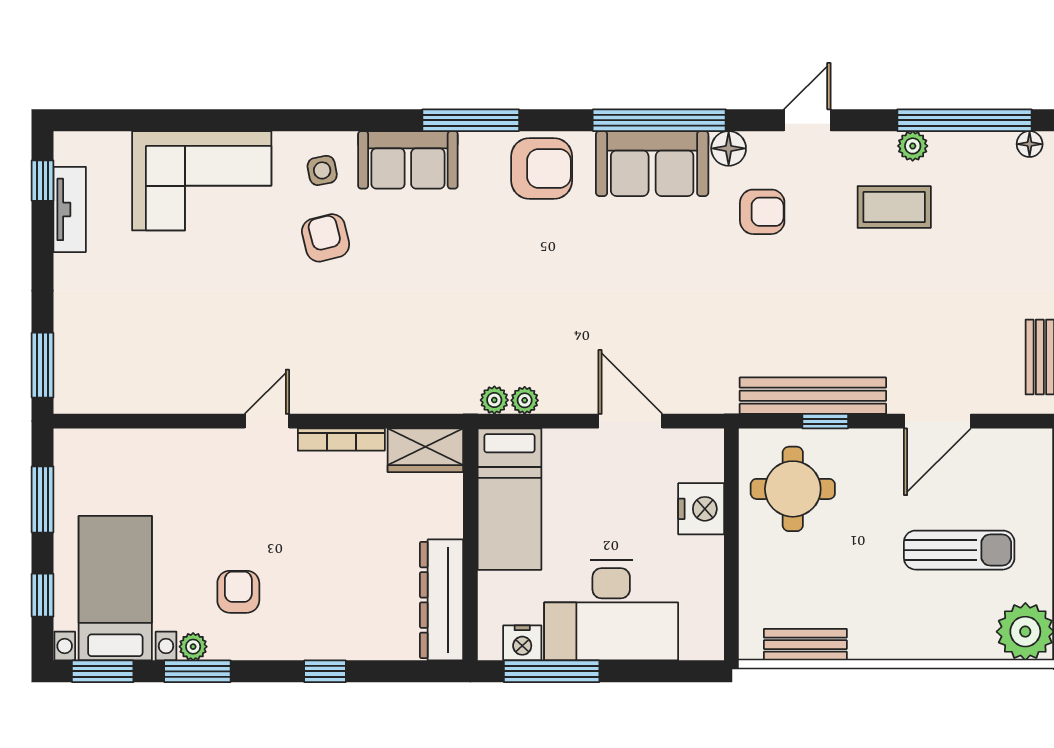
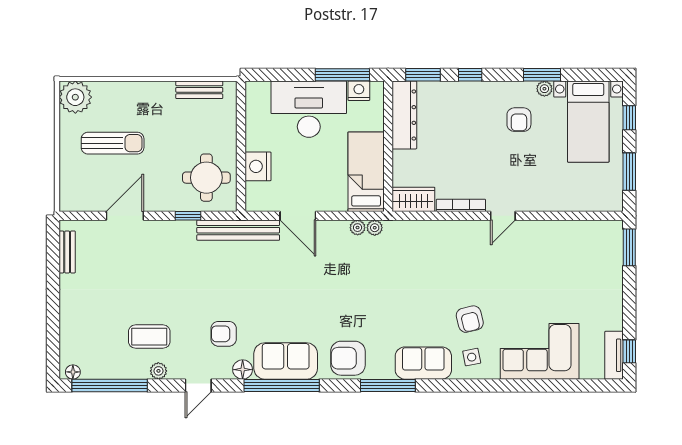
plant: (913, 146) -> (158, 371), moved
tv unit: (70, 209) -> (614, 355), moved
bench: (813, 396) -> (238, 230), moved
sun lounger: (959, 550) -> (113, 143), turned 180
window: (103, 671) -> (423, 75), moved

